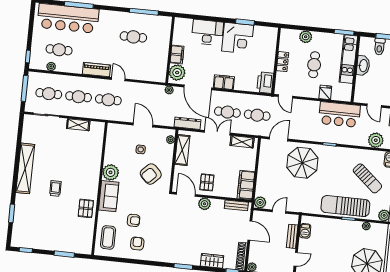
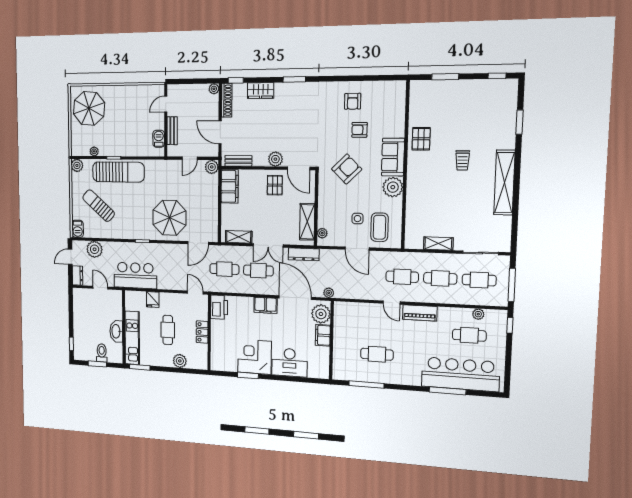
armchair: (151, 174) -> (347, 169), moved
coffee table: (108, 237) -> (379, 227), moved

